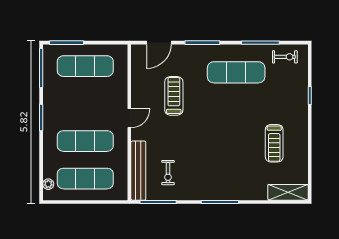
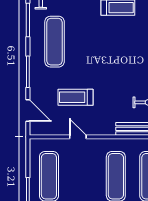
door: (129, 118) -> (78, 137), moved

